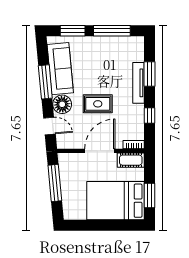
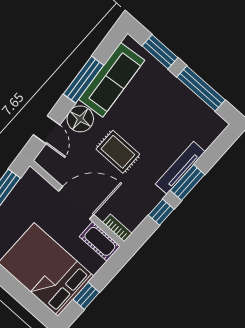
window: (149, 74) -> (188, 183), moved
window: (149, 195) -> (86, 296), width x0.67

